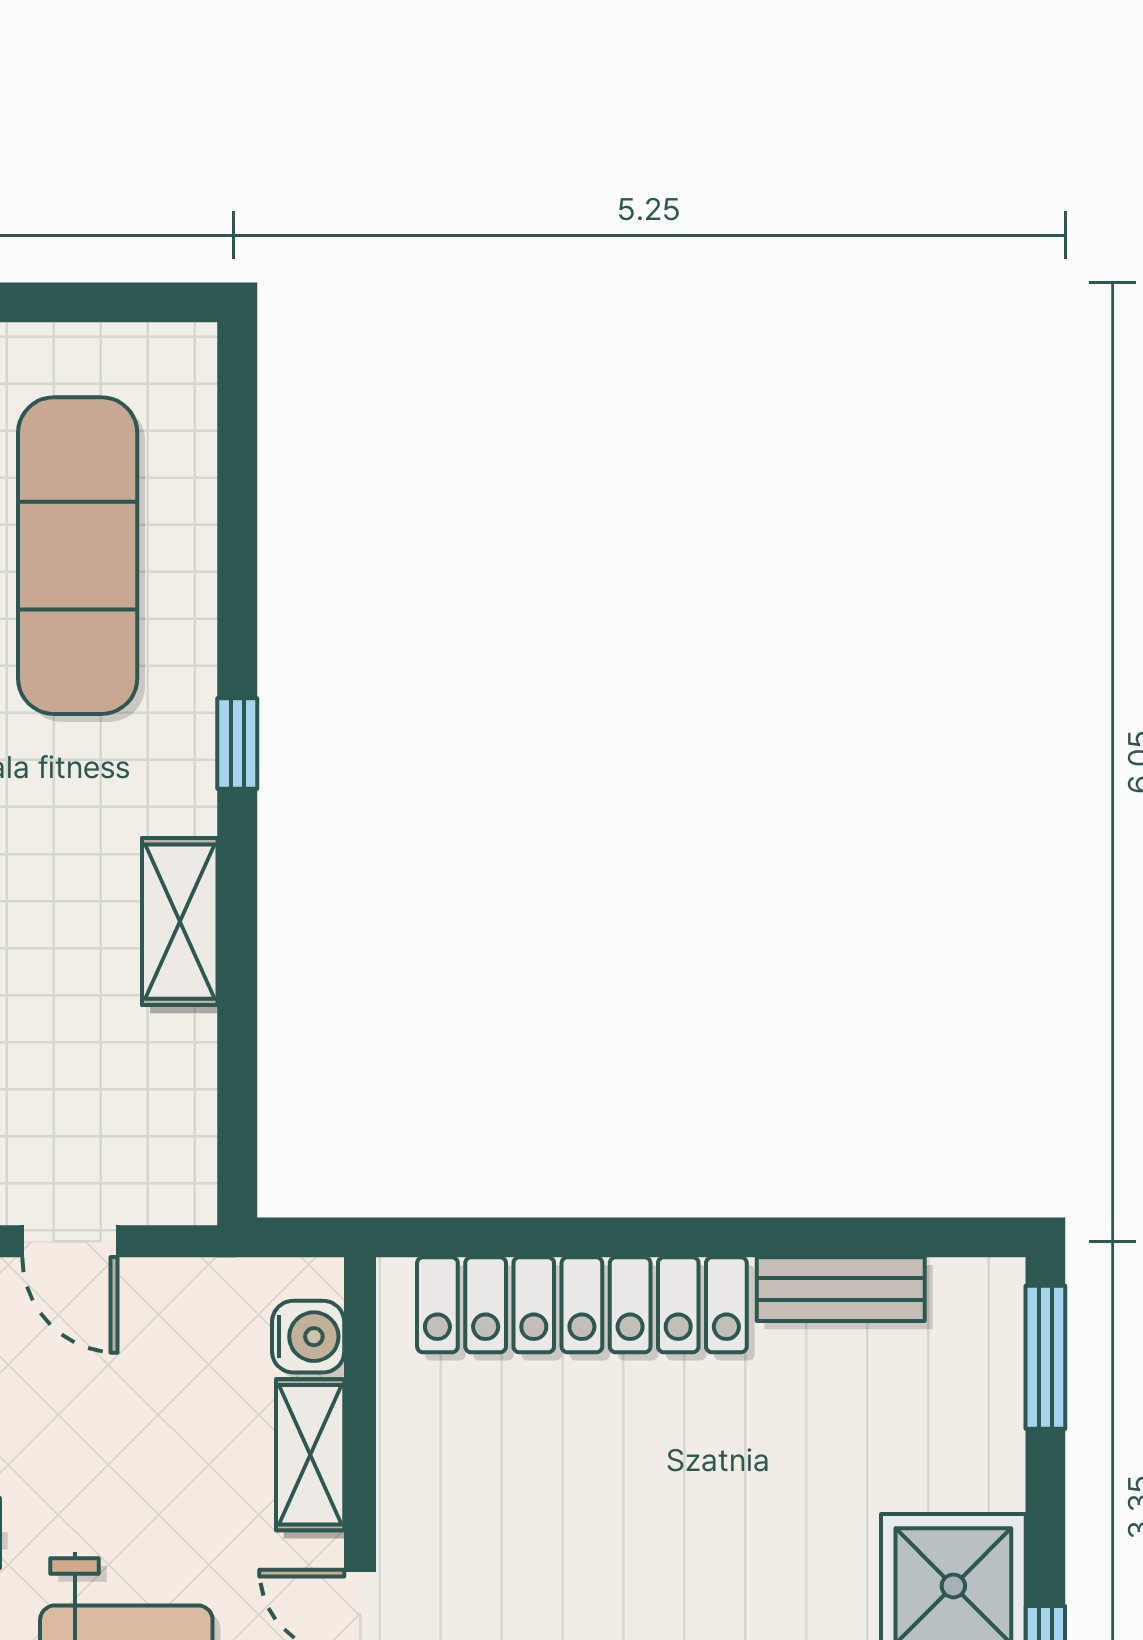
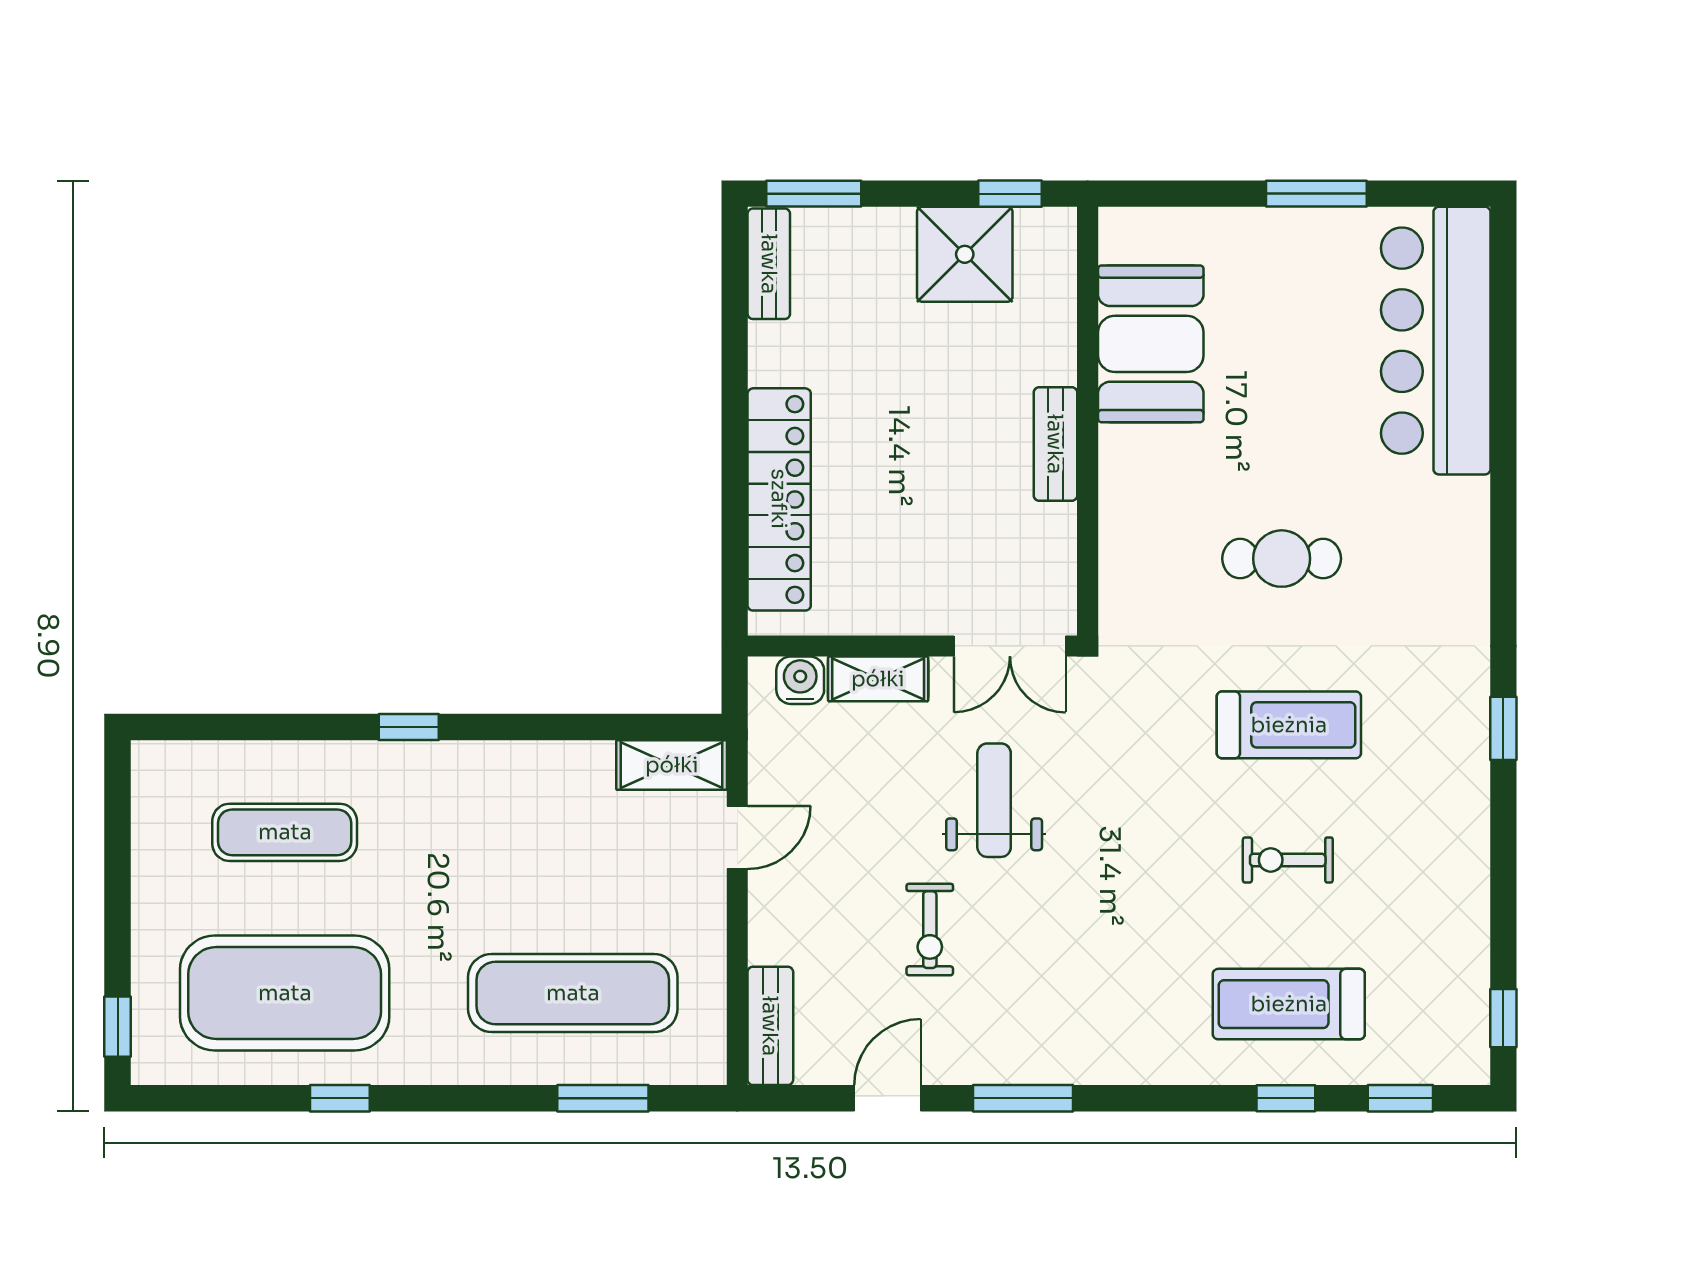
exercise mat: (78, 556) -> (285, 832), width x0.73, depth x0.69
shelving: (180, 922) -> (672, 765), moved
bench: (841, 1289) -> (769, 264), moved

